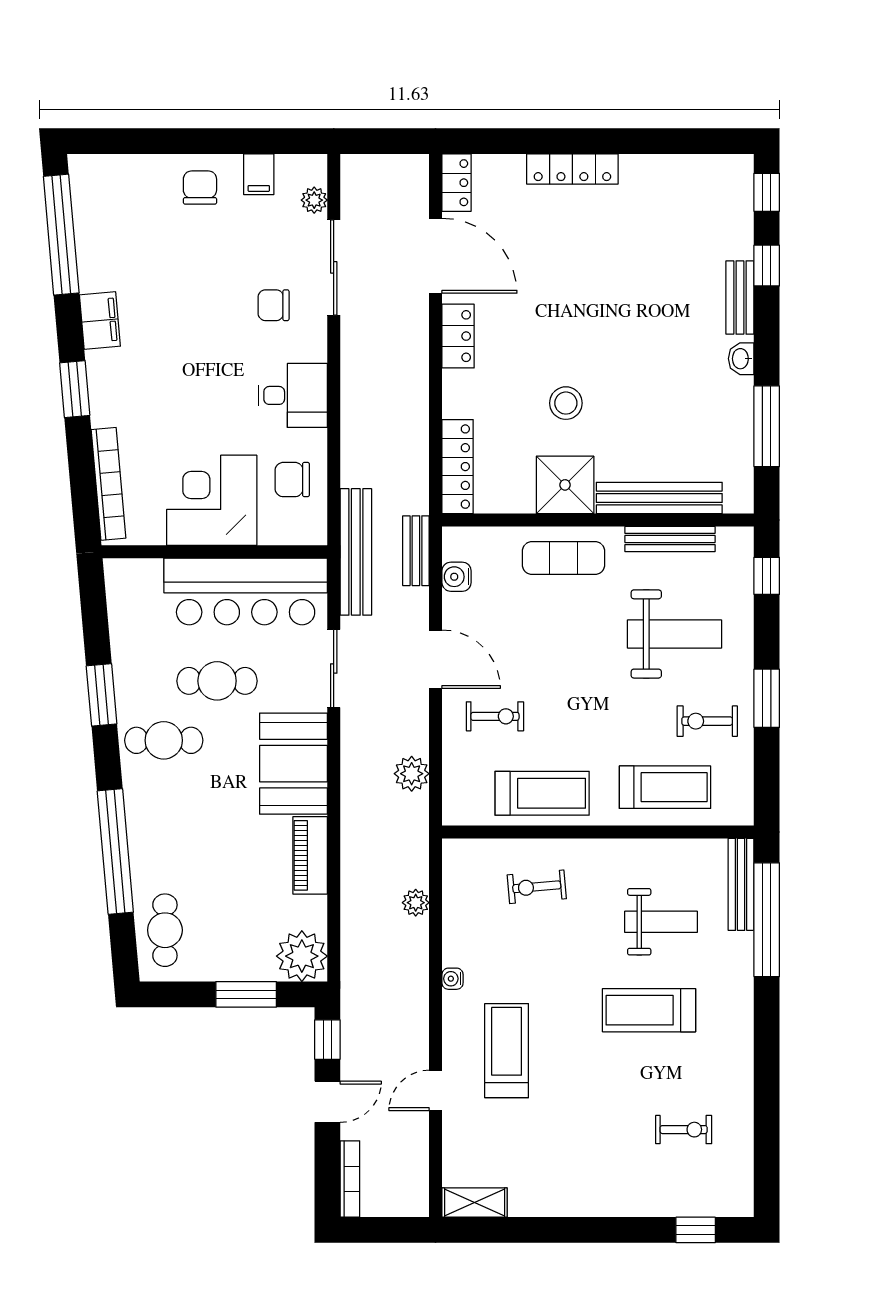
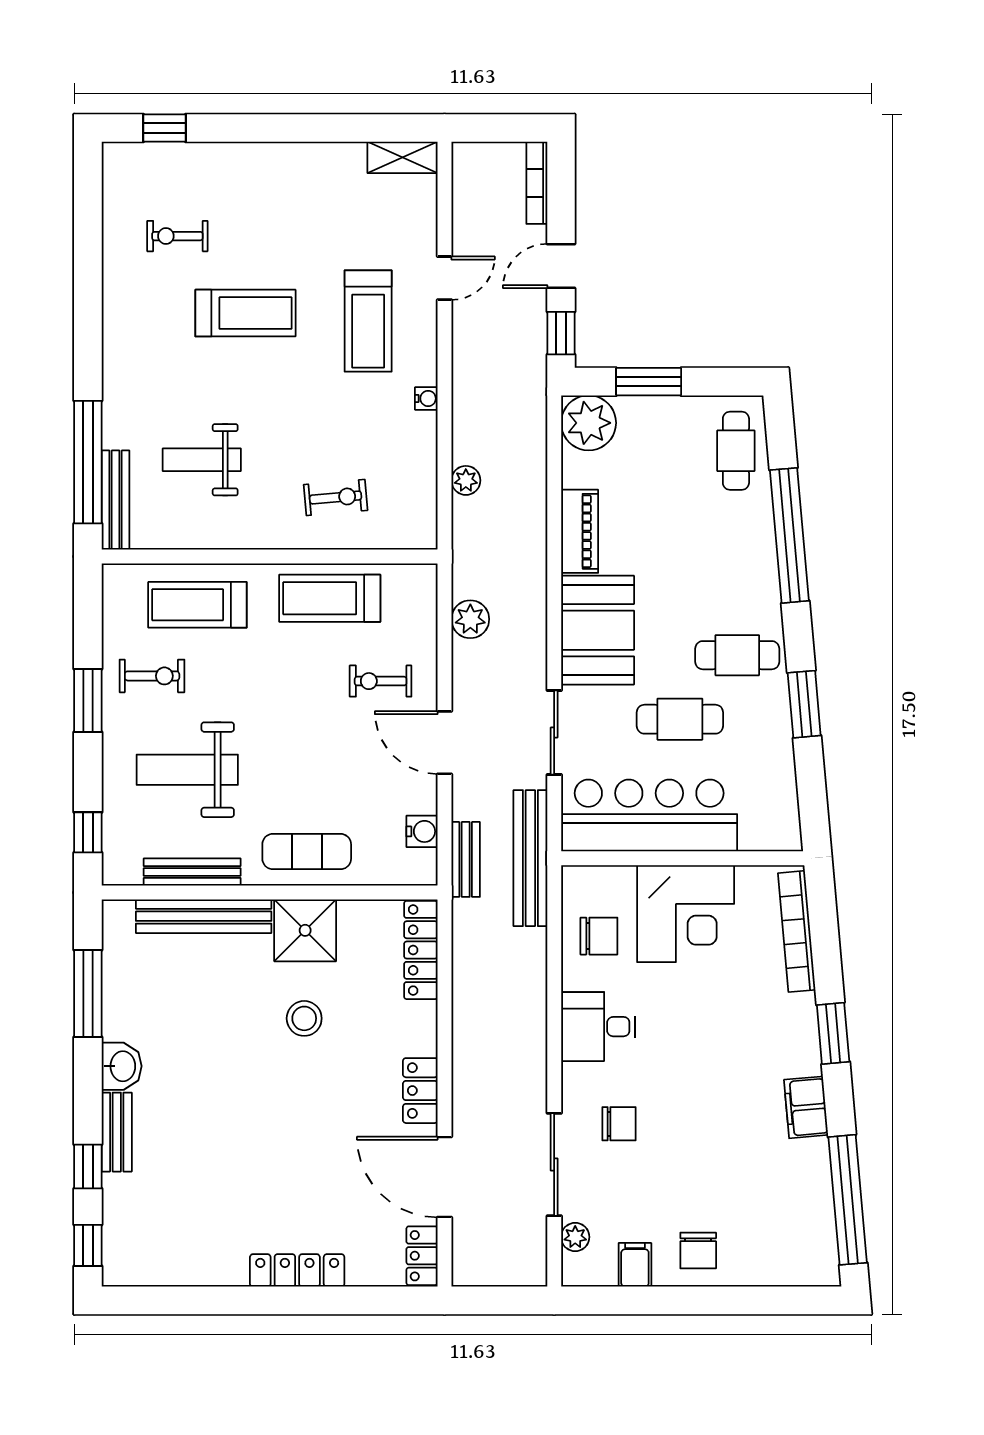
washbasin: (741, 359) -> (122, 1066), width x1.38, depth x1.45
treadmill: (649, 1010) -> (245, 313), moved

